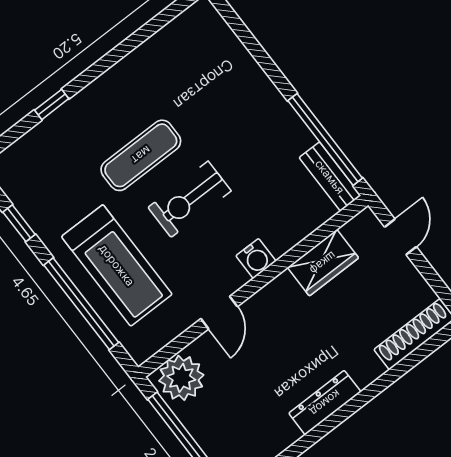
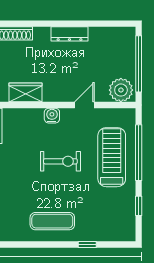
exercise mat: (141, 155) -> (52, 221), moved

